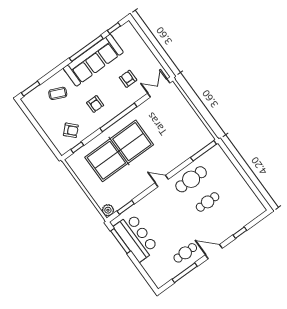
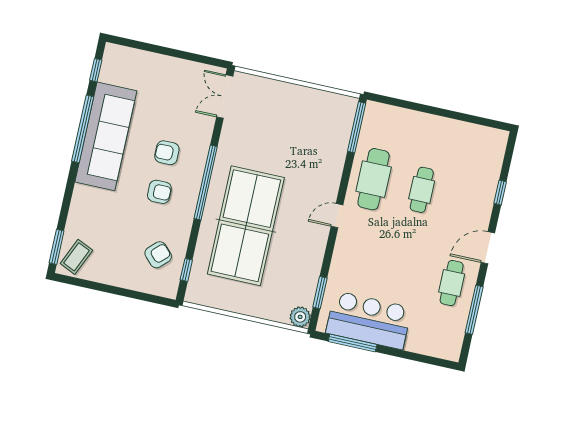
armchair: (128, 79) -> (167, 153), moved
coffee table: (58, 93) -> (76, 257), moved

